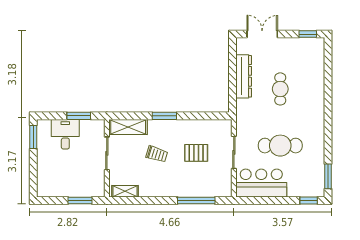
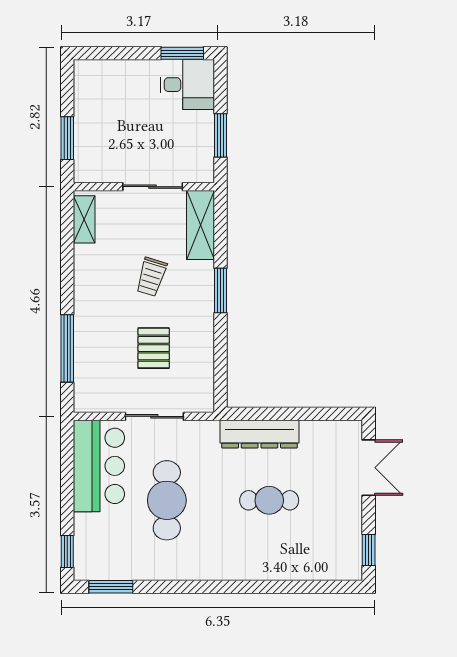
dresser: (244, 76) -> (260, 434), moved
desk: (65, 134) -> (187, 85), moved

